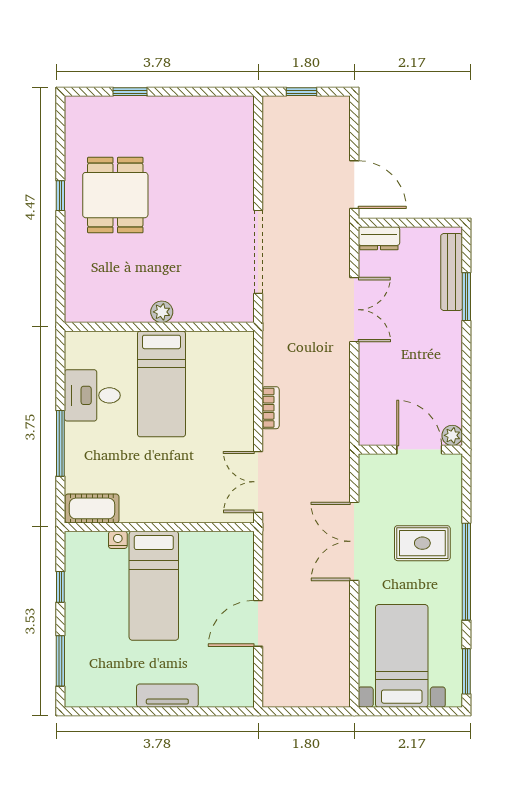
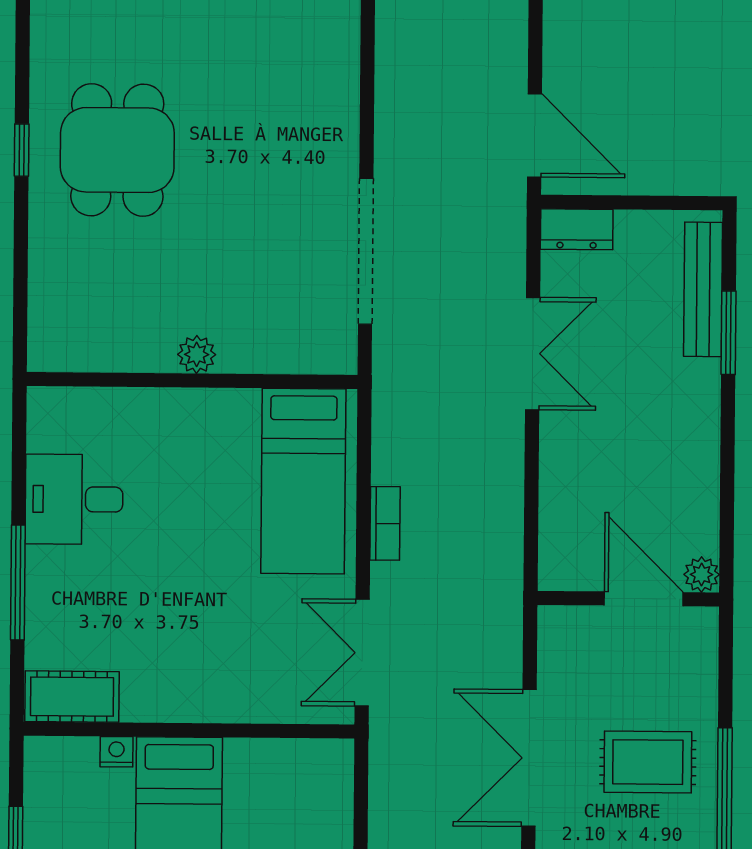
bed: (161, 384) -> (303, 481), moved

